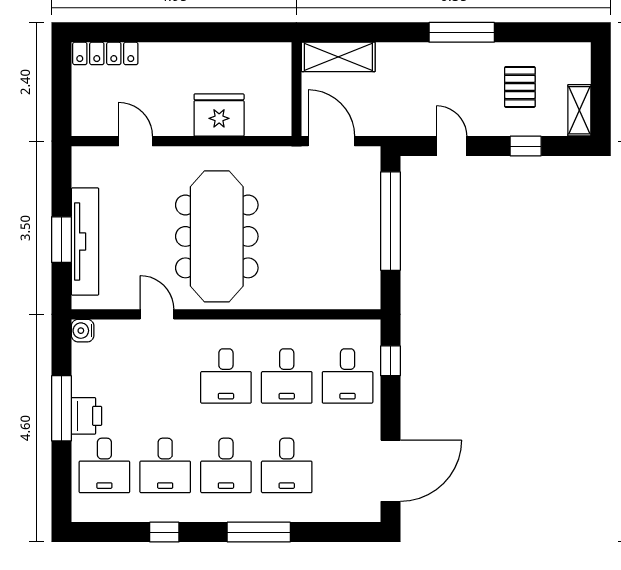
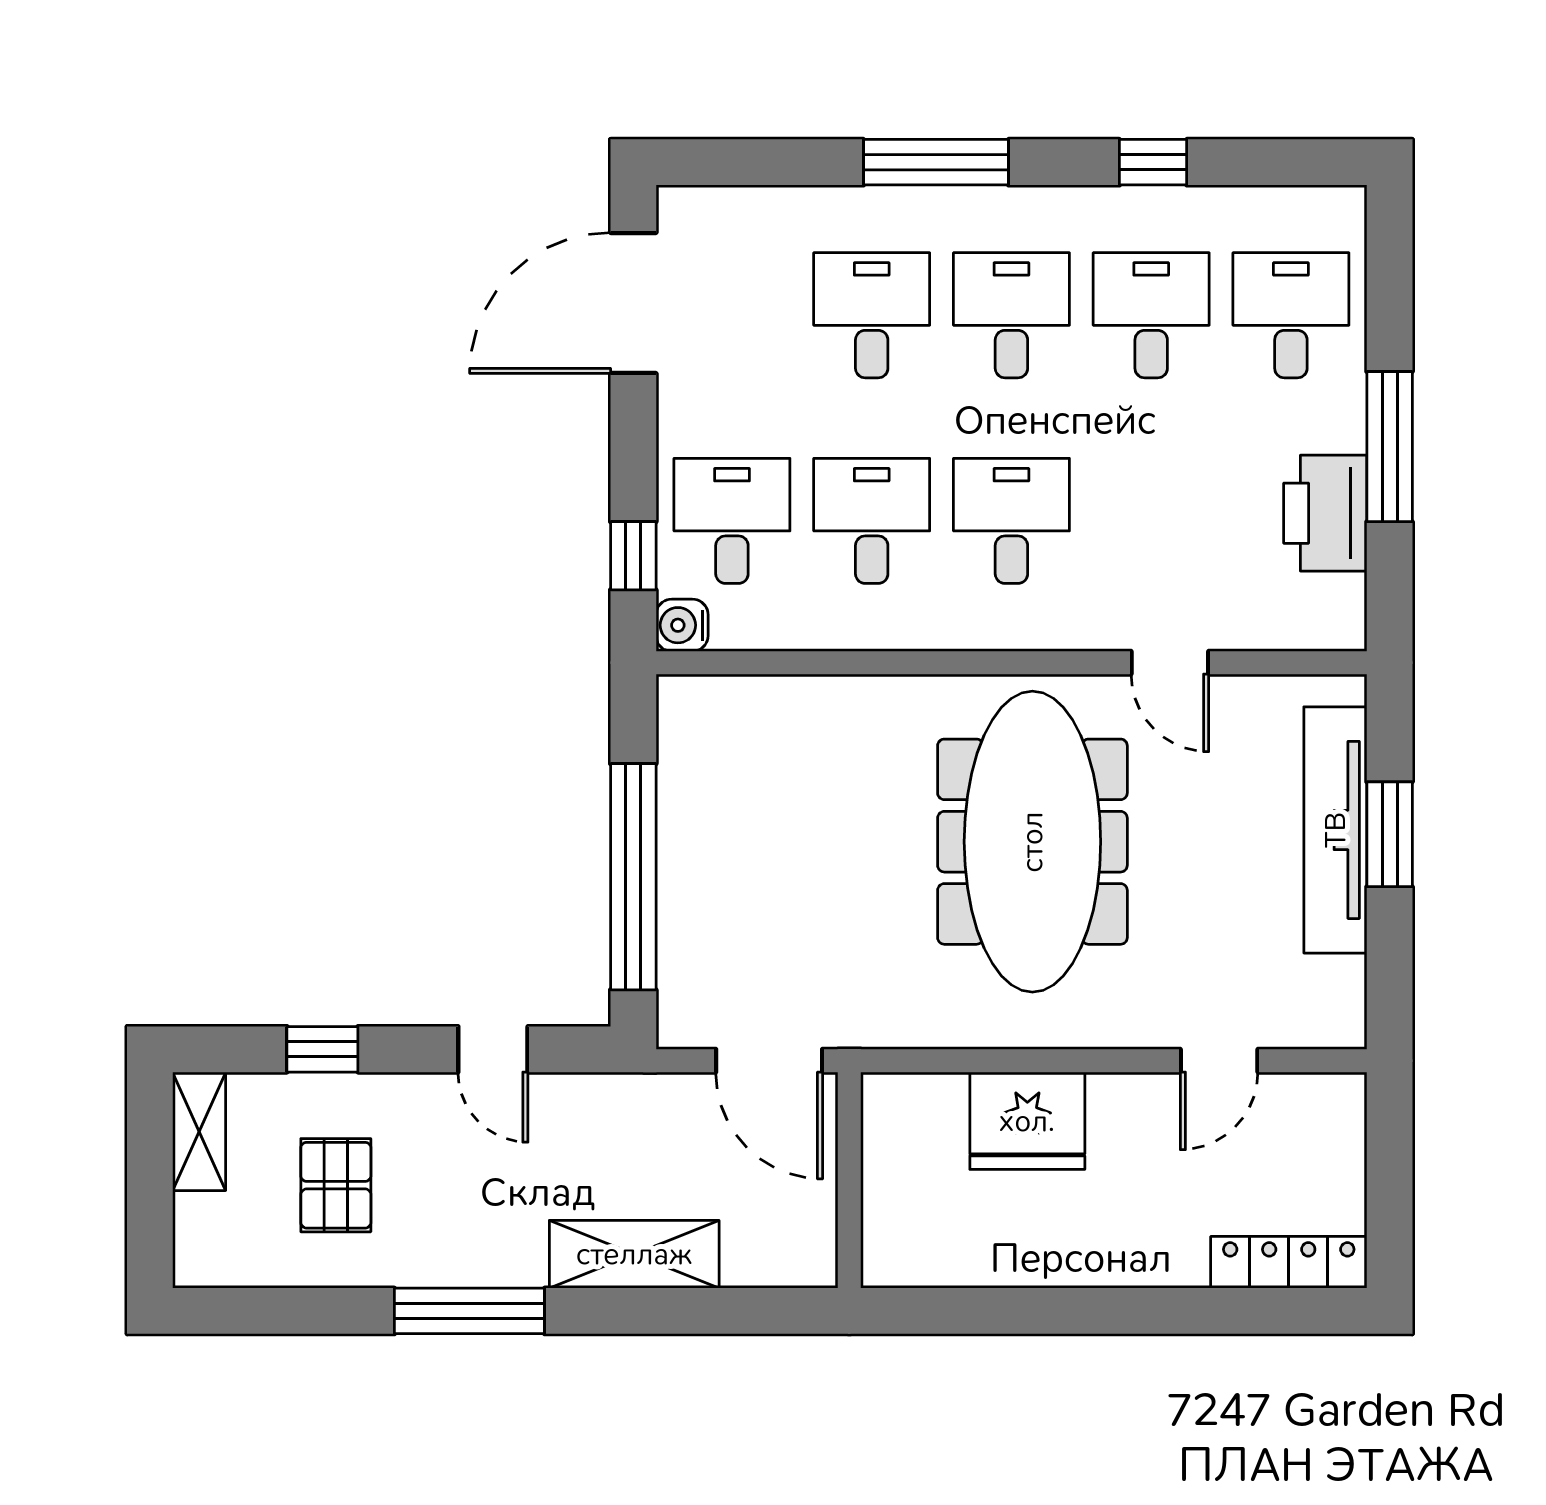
shelving: (338, 57) -> (634, 1254), moved
door: (136, 141) -> (1219, 1061), hinge flipped
water cooler: (83, 331) -> (682, 625), moved, turned 180
printer: (86, 416) -> (1325, 513), moved, width x1.37, depth x1.19

